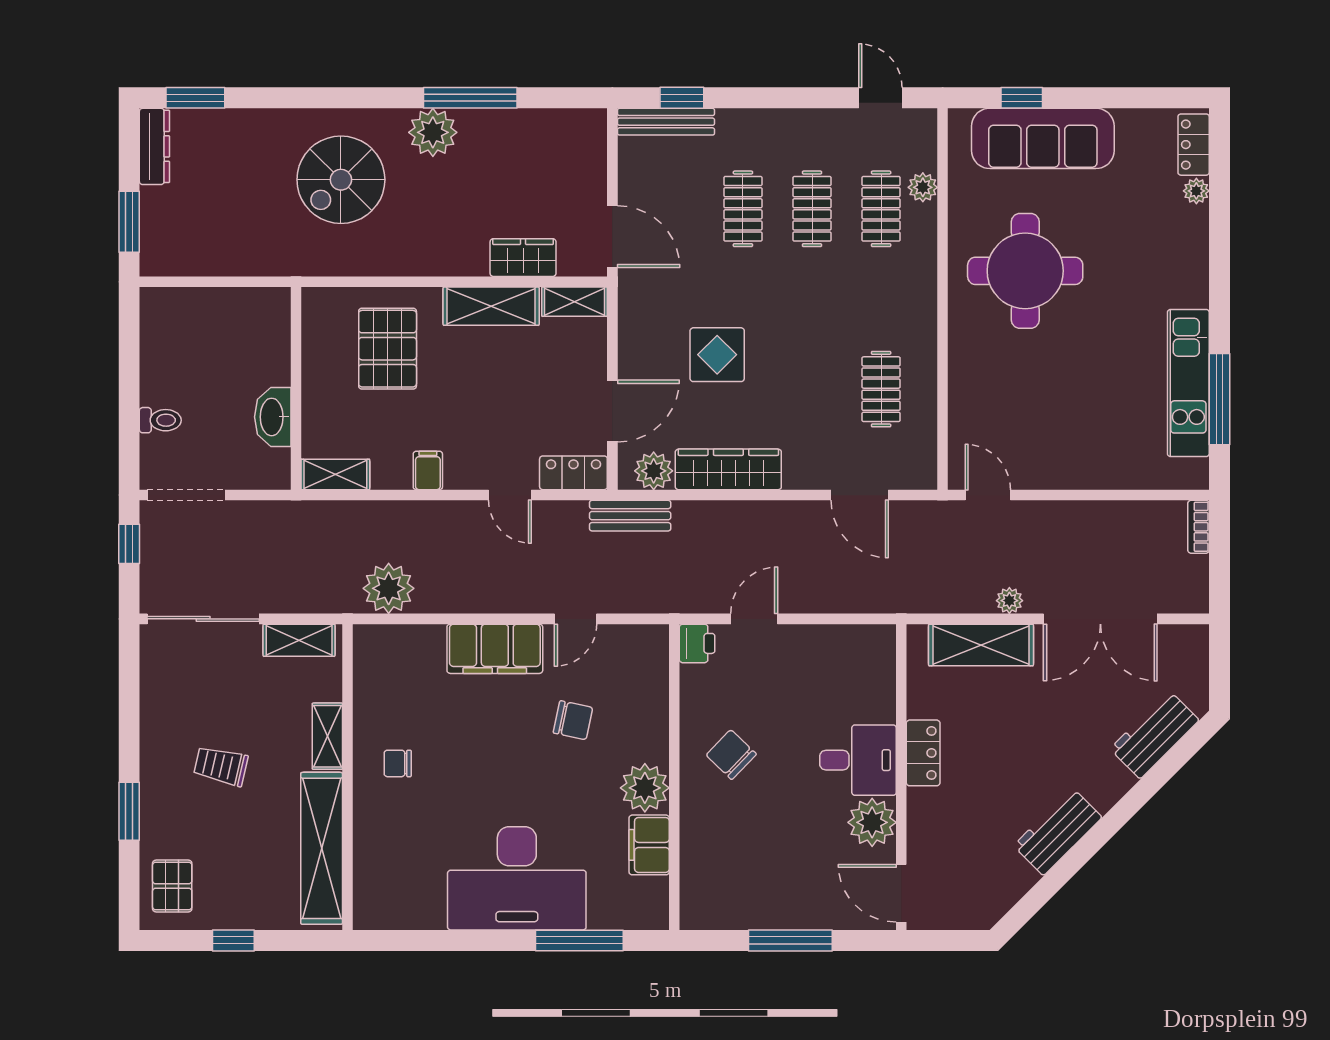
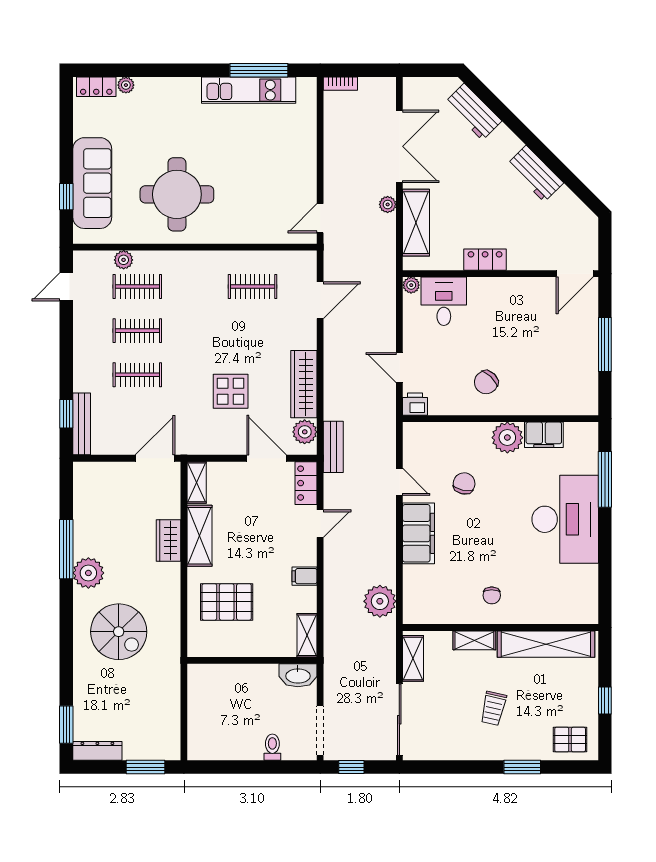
wardrobe: (523, 258) -> (168, 540), moved
washbasin: (273, 417) -> (298, 675), moved
desk: (858, 760) -> (444, 301), moved
plant: (872, 822) -> (411, 285), moved, width x0.53, depth x0.53

